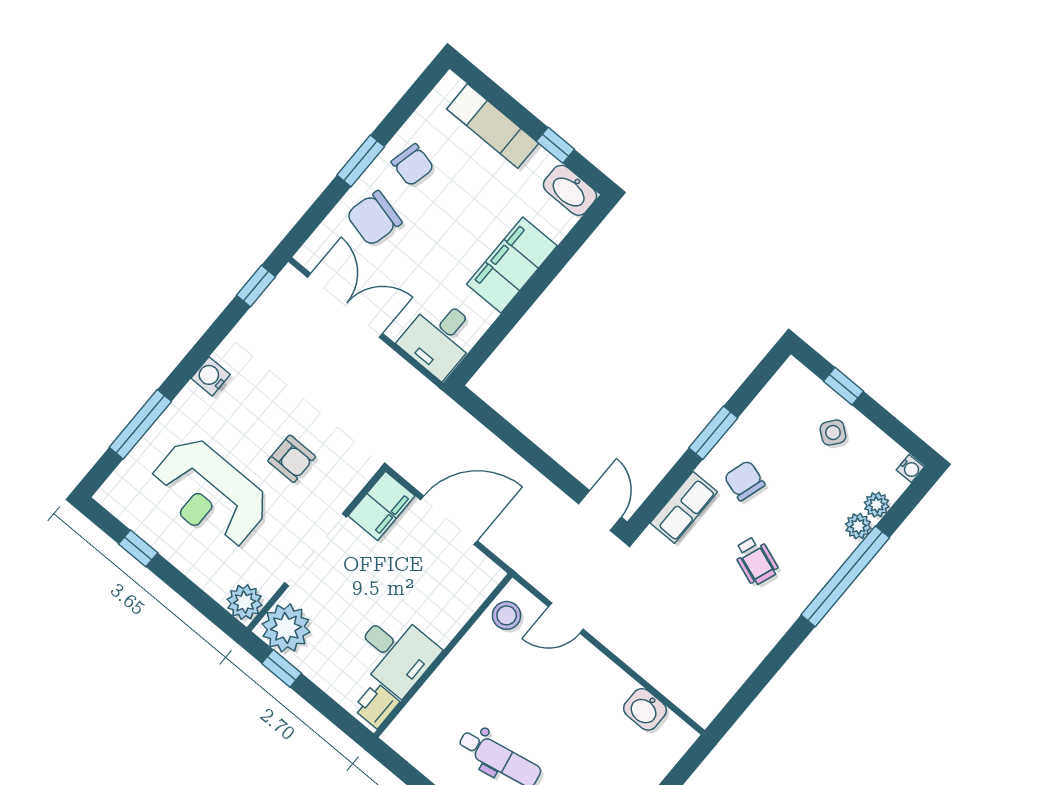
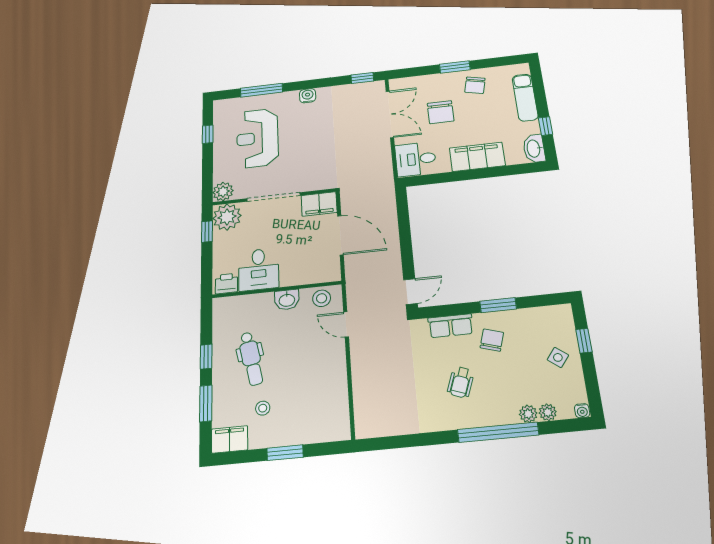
chair: (374, 218) -> (441, 112), moved, turned -104
armchair: (292, 459) -> (304, 153), removed
washbasin: (645, 709) -> (287, 300), moved, turned -90

